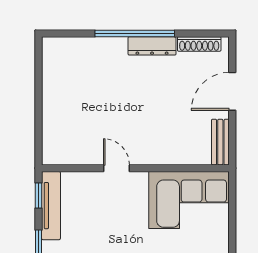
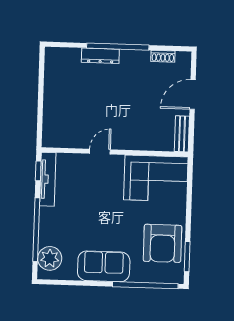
shoe rack: (199, 44) -> (163, 56), width x0.70
dresser: (152, 46) -> (100, 56), moved
door: (116, 168) -> (100, 152), hinge flipped

